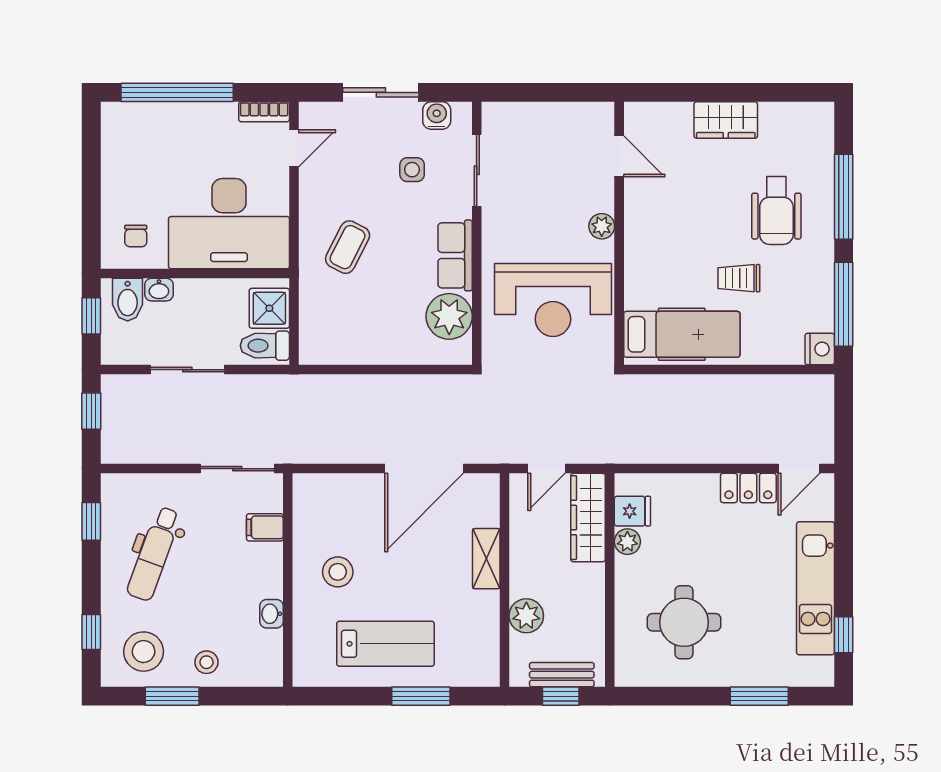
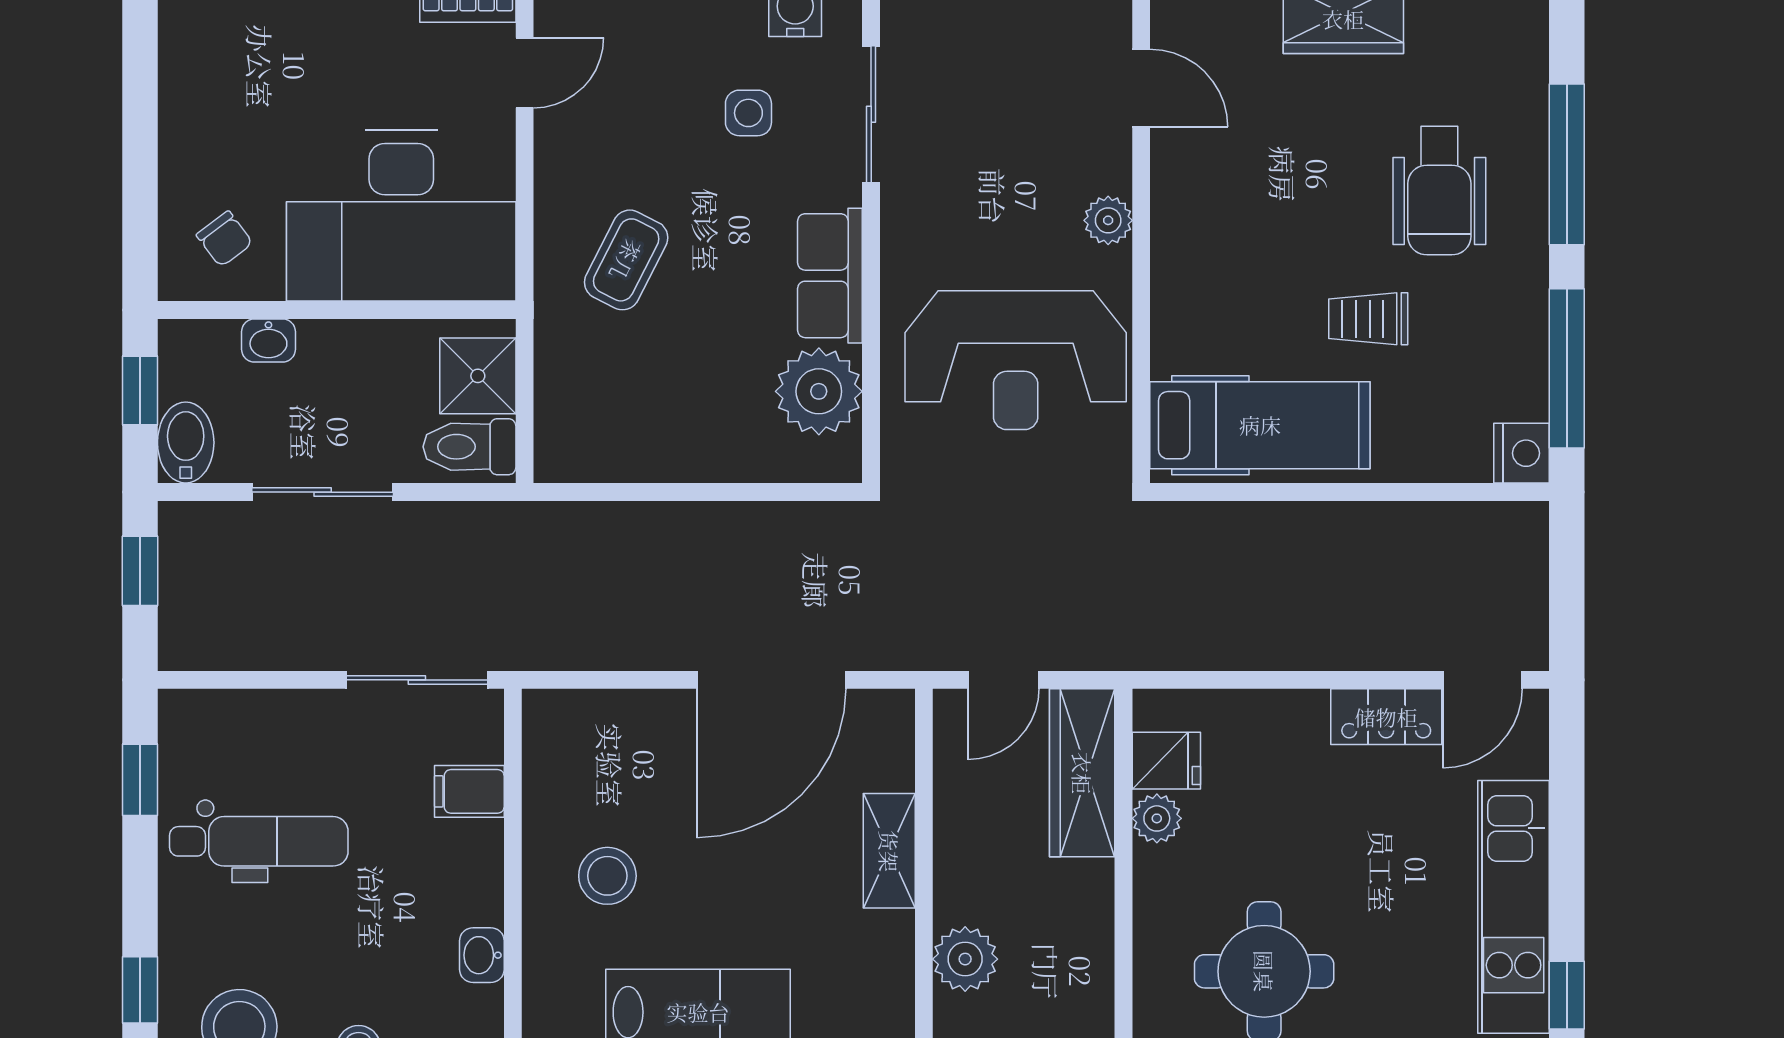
chair: (136, 236) -> (224, 239), turned -37
bidet: (128, 300) -> (186, 443), moved, turned 180
dental chair: (154, 554) -> (259, 841), turned -110

